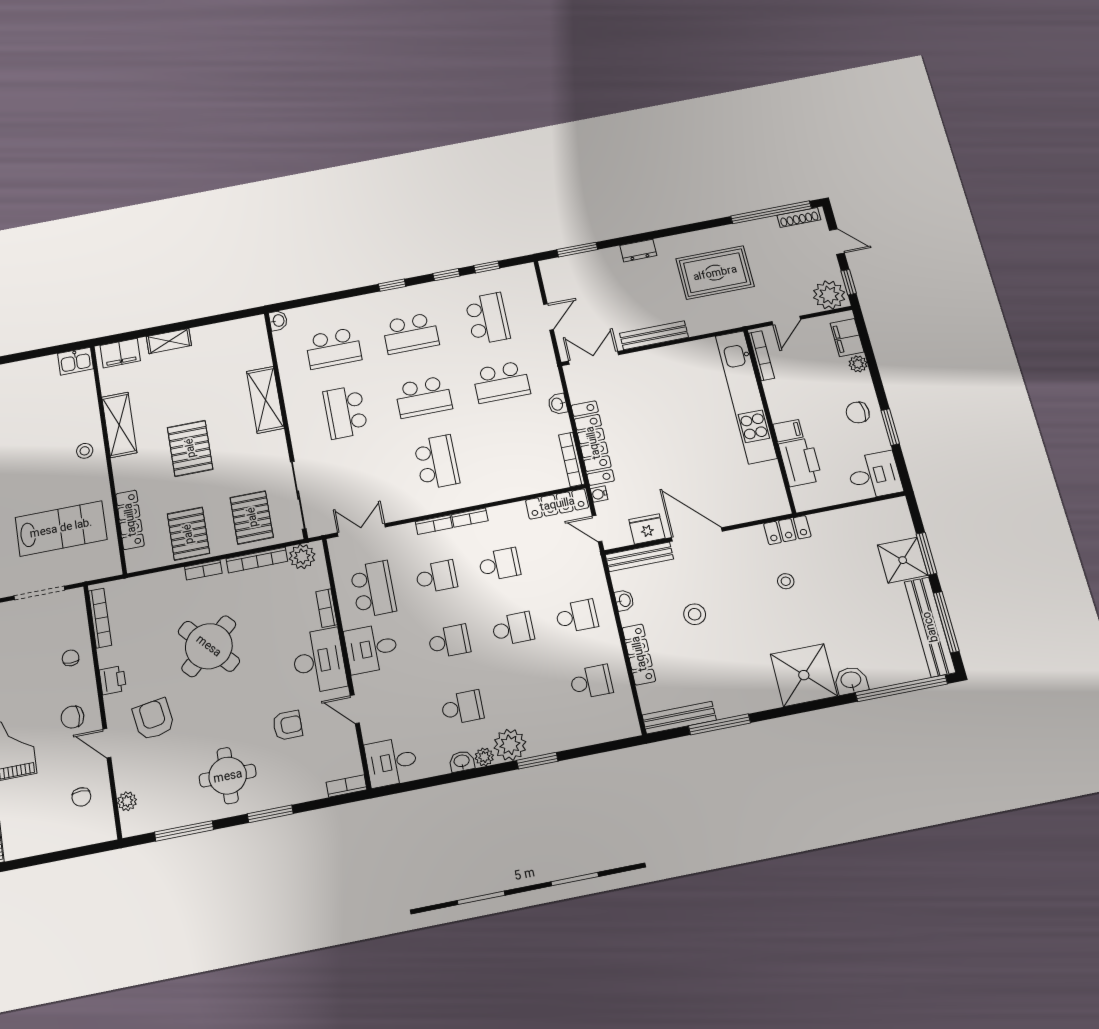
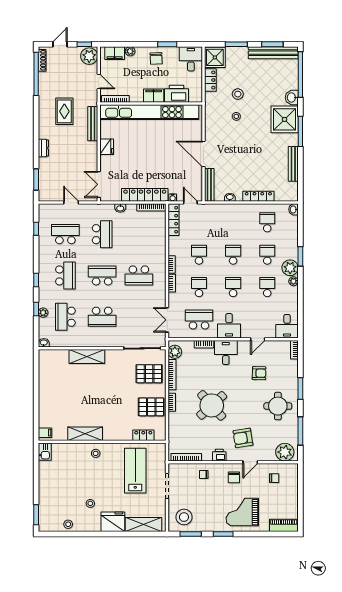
rug: (715, 273) -> (64, 111), width x0.73, depth x0.70
window: (446, 275) -> (36, 309), moved
plant: (334, 309) -> (43, 313), added
bench: (654, 335) -> (93, 124), moved
shelving: (169, 341) -> (43, 401), removed
school desk: (333, 348) -> (65, 317), turned 180
filing cabinet: (120, 353) -> (45, 433), width x0.50
school desk: (423, 397) -> (102, 275), turned -90
kitchen unit: (746, 397) -> (149, 112), width x1.36
filing cabinet: (788, 431) -> (154, 96), width x2.00
pallet: (190, 448) -> (106, 399), removed
school desk: (437, 462) -> (139, 275), turned 180
locker: (130, 520) -> (143, 435), width x0.66
door: (597, 529) -> (190, 203), swing flipped
fridge: (647, 529) -> (107, 147), moved, turned 180
locker: (787, 530) -> (210, 80), moved
door: (697, 534) -> (203, 154), hinge flipped
shower: (903, 560) -> (215, 57), moved
stool: (695, 614) -> (238, 94), moved
school desk: (577, 616) -> (267, 255), moved
window: (946, 622) -> (272, 44), width x0.69
desk: (319, 661) -> (226, 353), width x0.73
bench: (679, 718) -> (293, 164), moved
window: (719, 724) -> (300, 131), moved
armchair: (288, 725) -> (259, 373), turned 91
washbasin: (462, 761) -> (293, 209), moved
plant: (127, 801) -> (285, 452), width x1.87, depth x1.87

